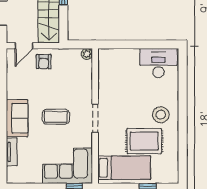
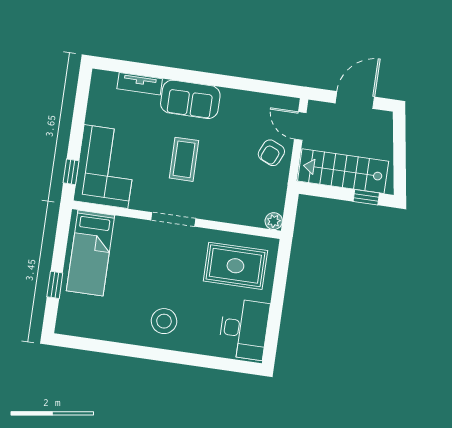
armchair: (44, 62) -> (271, 153), turned -66
rug: (144, 141) -> (235, 266), moved, turned 90

